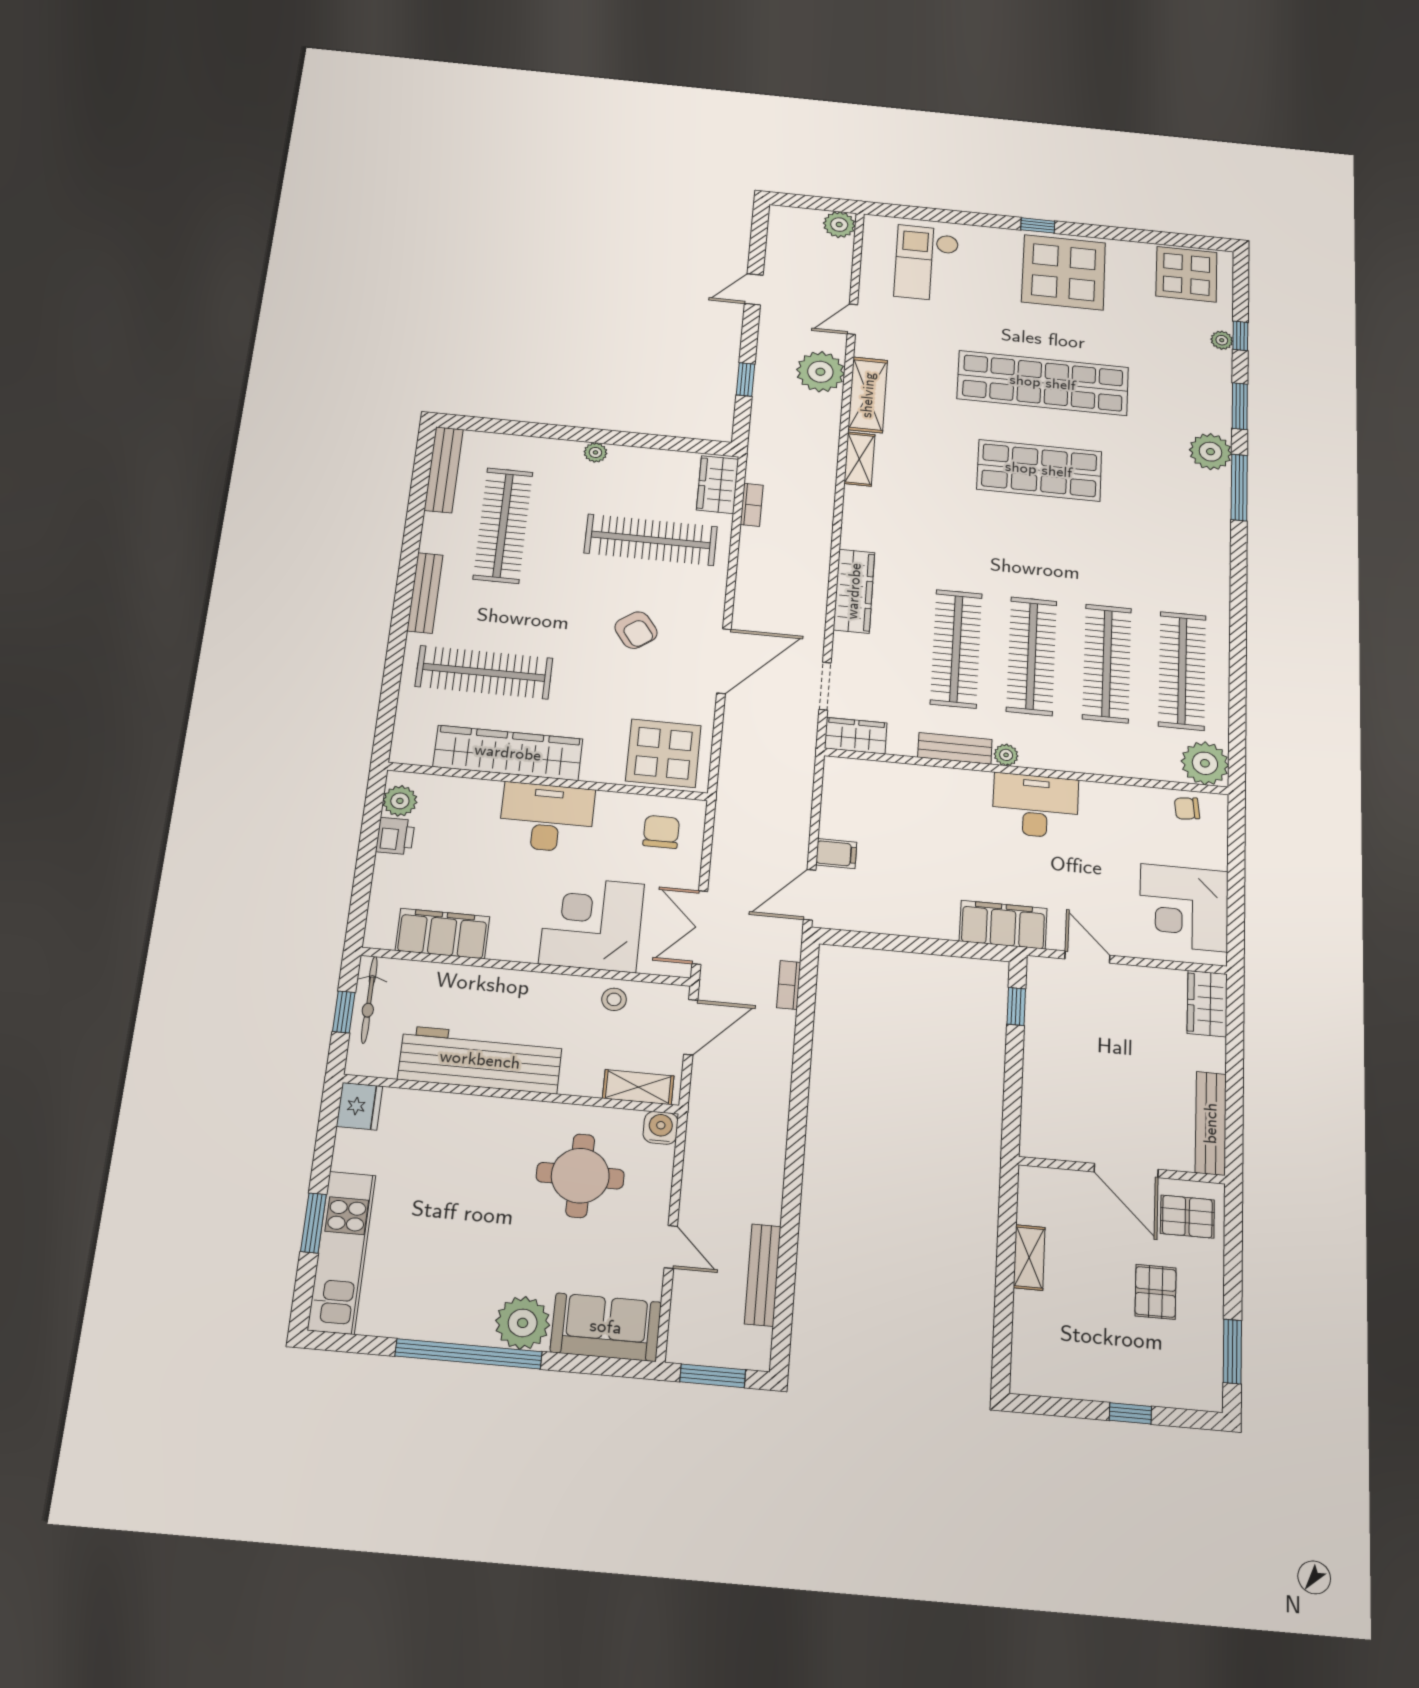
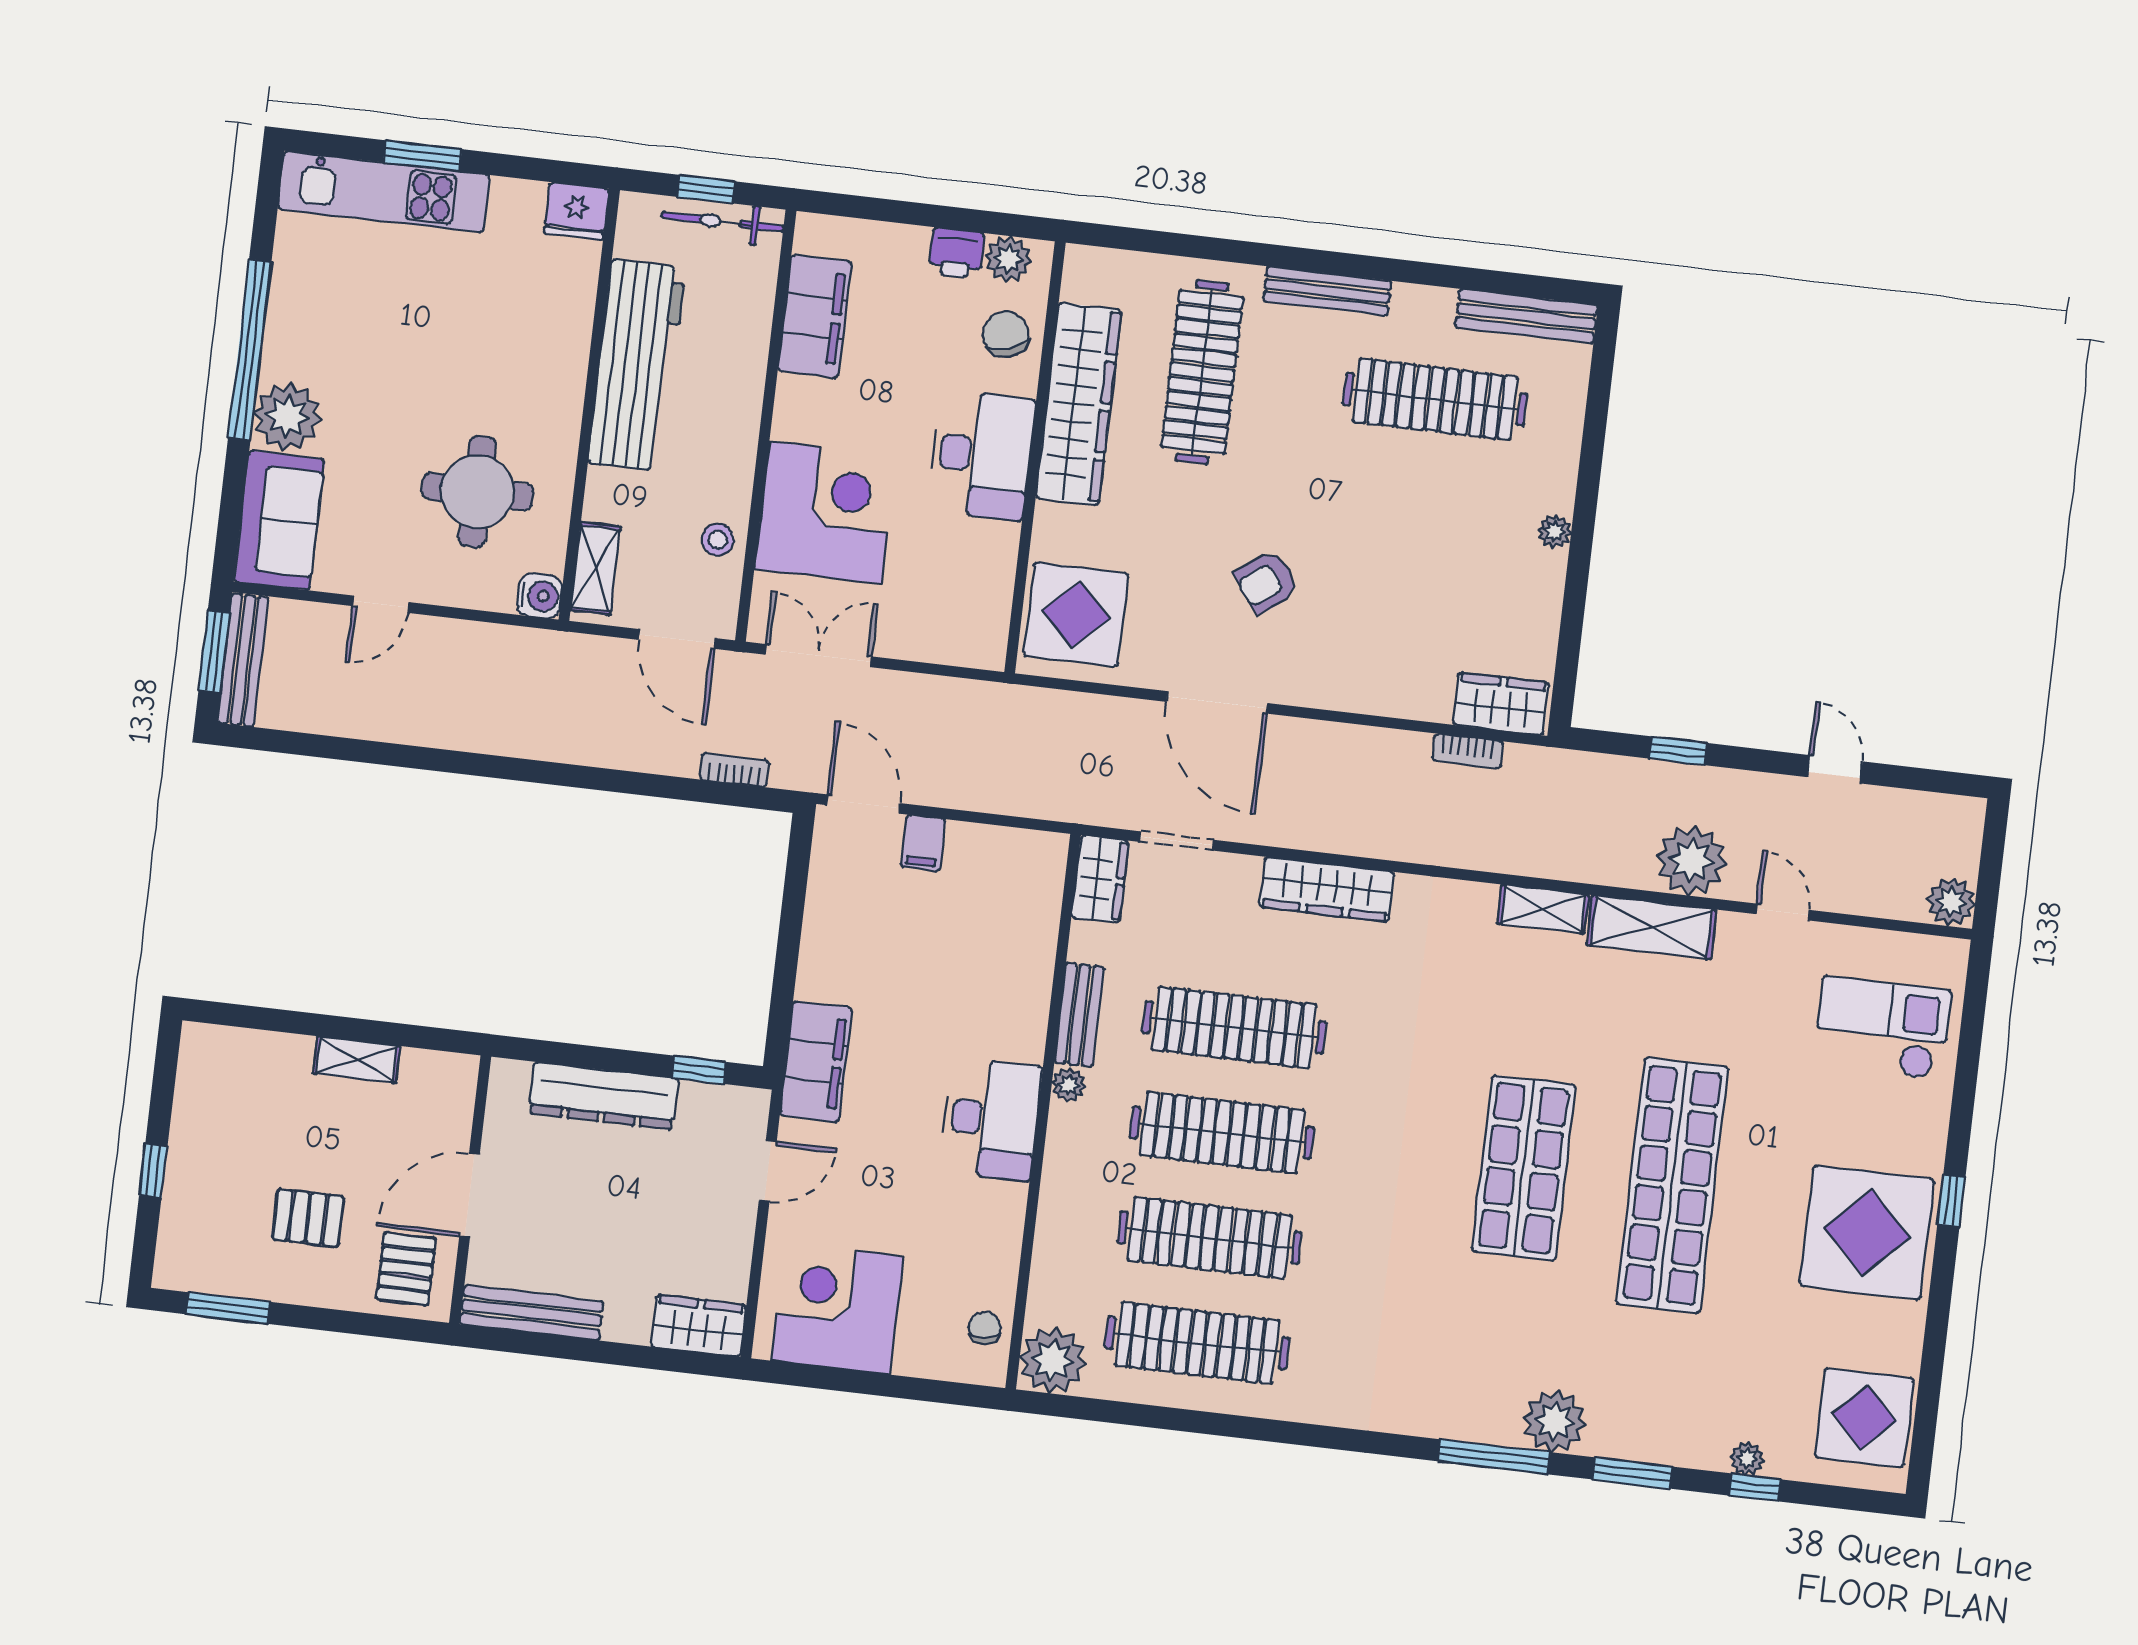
clothes rail: (651, 540) -> (1411, 606), removed
chair: (661, 832) -> (1006, 334), moved, turned -107
dresser: (1042, 1074) -> (604, 1096), added
bench: (763, 1275) -> (243, 660), moved, turned 90

